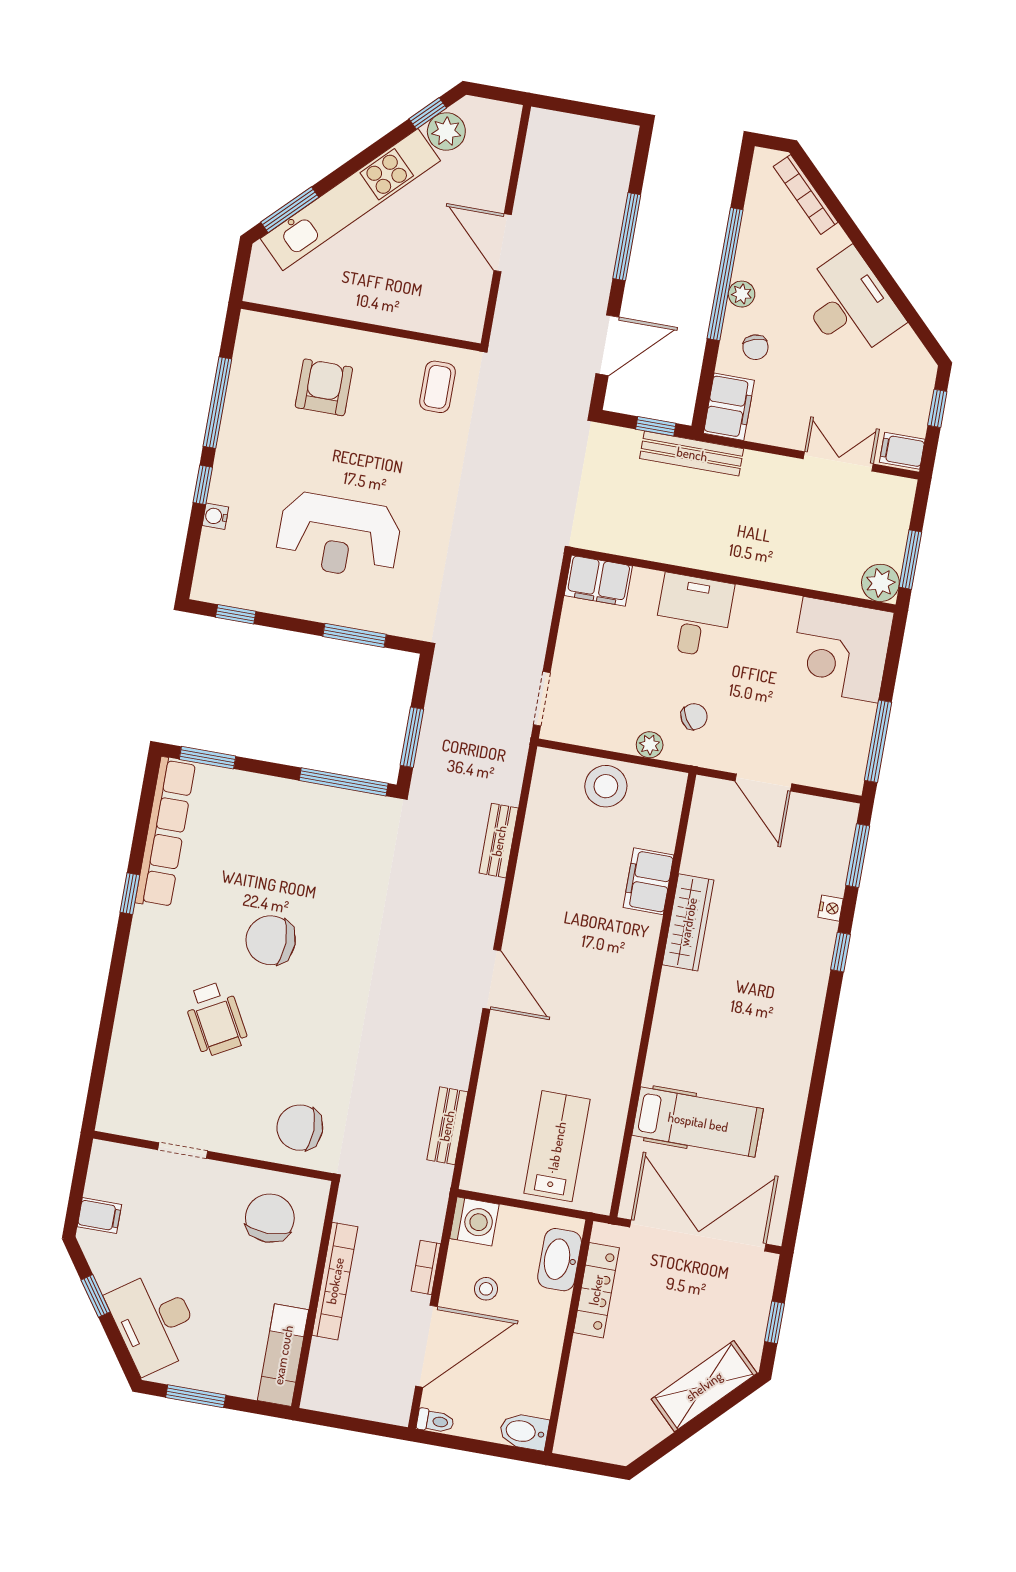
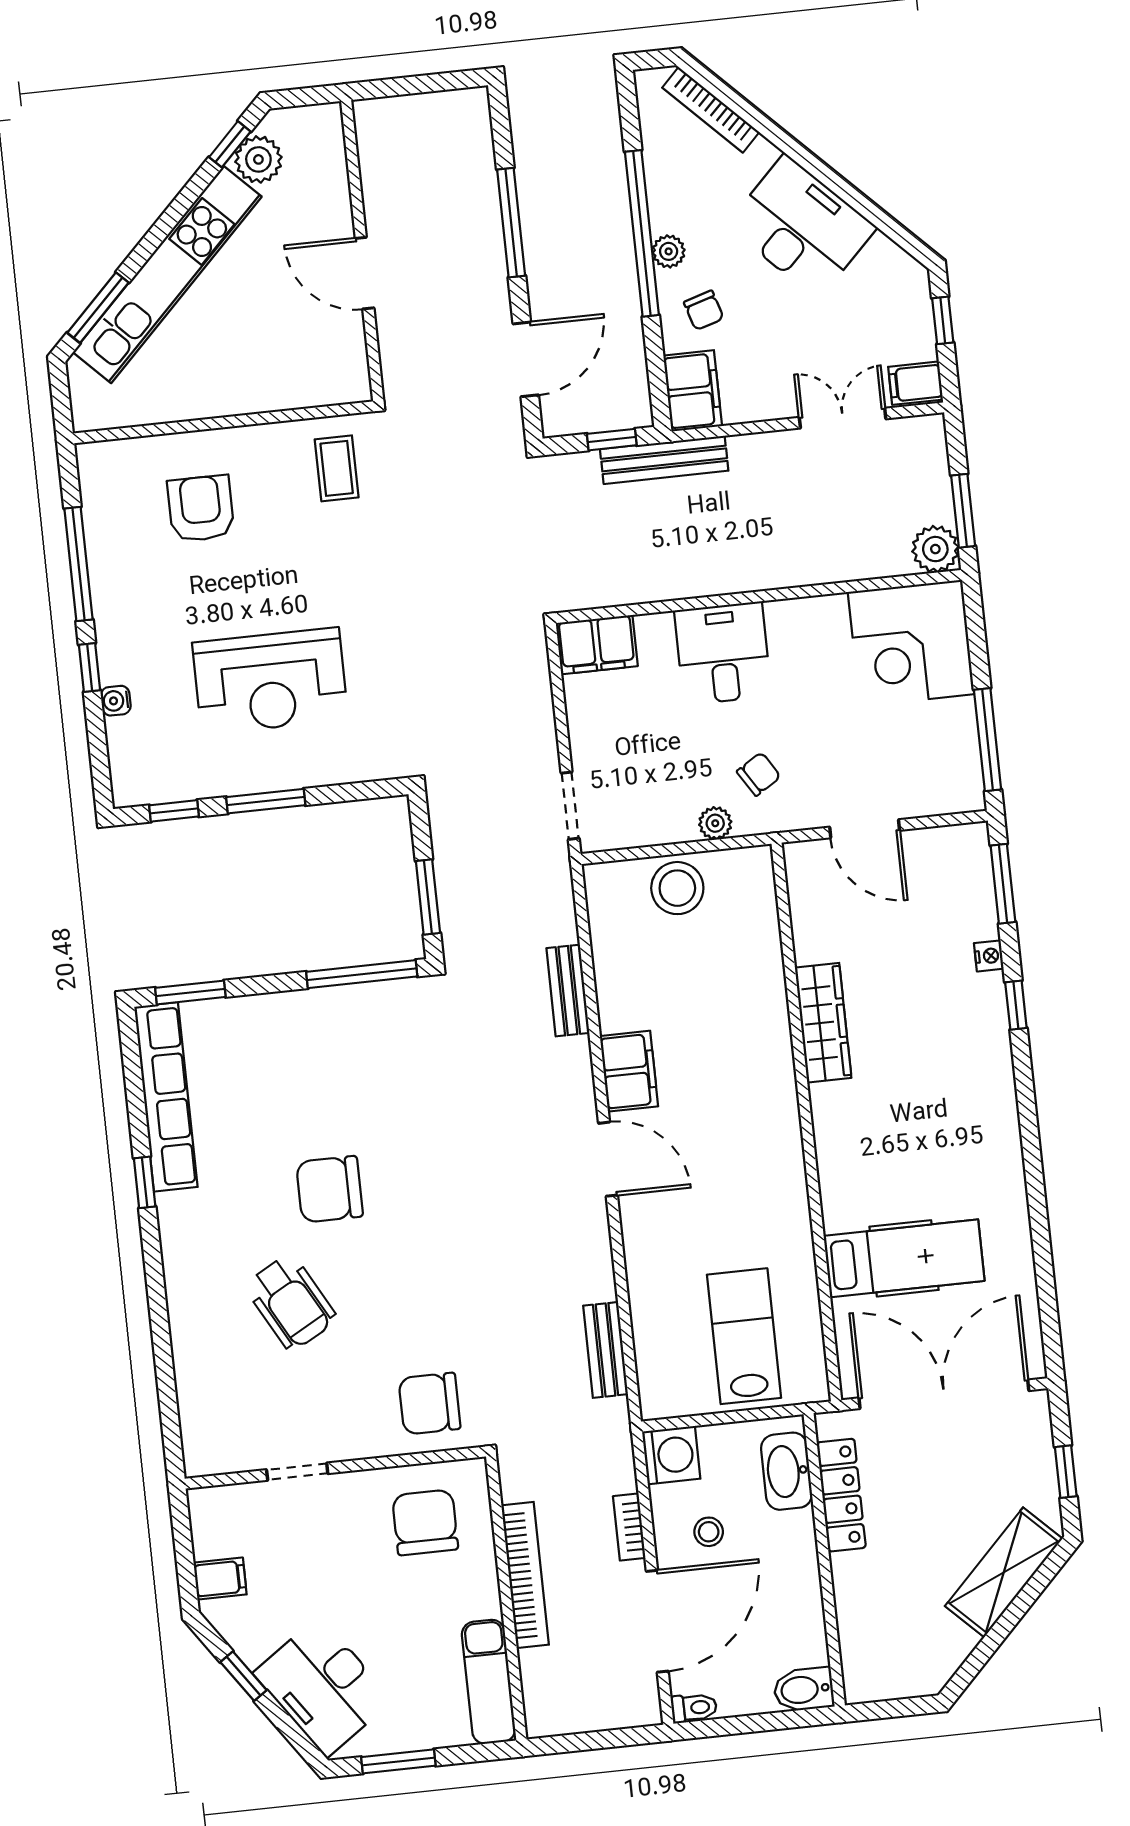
window: (355, 635) -> (266, 801), moved
filing cabinet: (648, 881) -> (629, 1071), moved, turned 180

